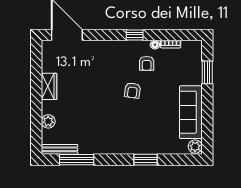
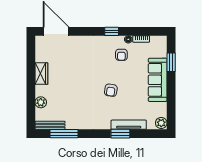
armchair: (133, 90) -> (111, 90), moved
sofa: (191, 112) -> (158, 80), moved
tv unit: (155, 149) -> (129, 125), added

